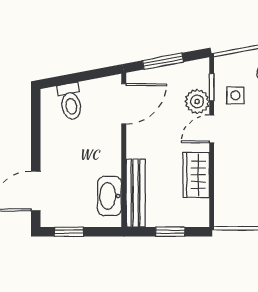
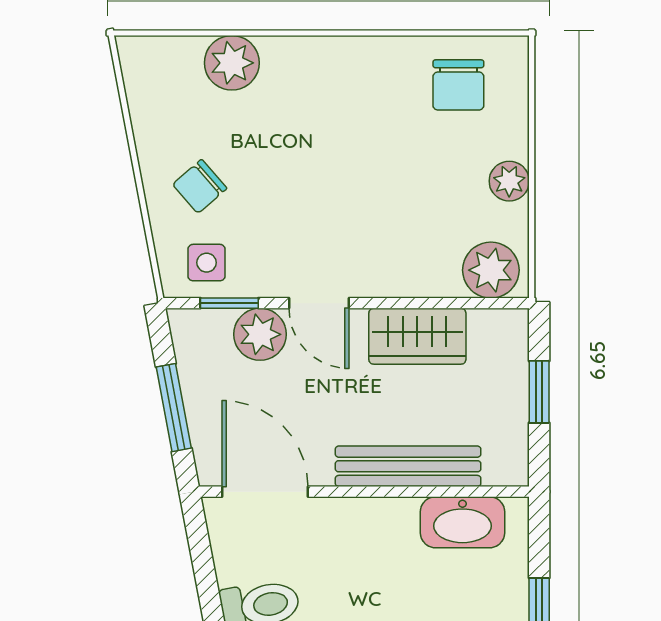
side table: (235, 95) -> (207, 263), moved
bench: (136, 193) -> (408, 466), moved
plant: (227, 209) -> (491, 270), added

